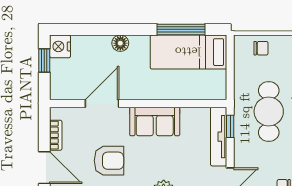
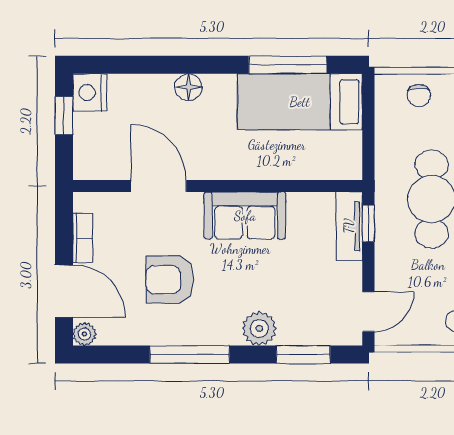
chair: (261, 48) -> (419, 96), turned 90
door: (102, 103) -> (159, 186), hinge flipped
tv unit: (219, 137) -> (349, 226), width x0.71
armchair: (109, 161) -> (170, 280), turned 180

